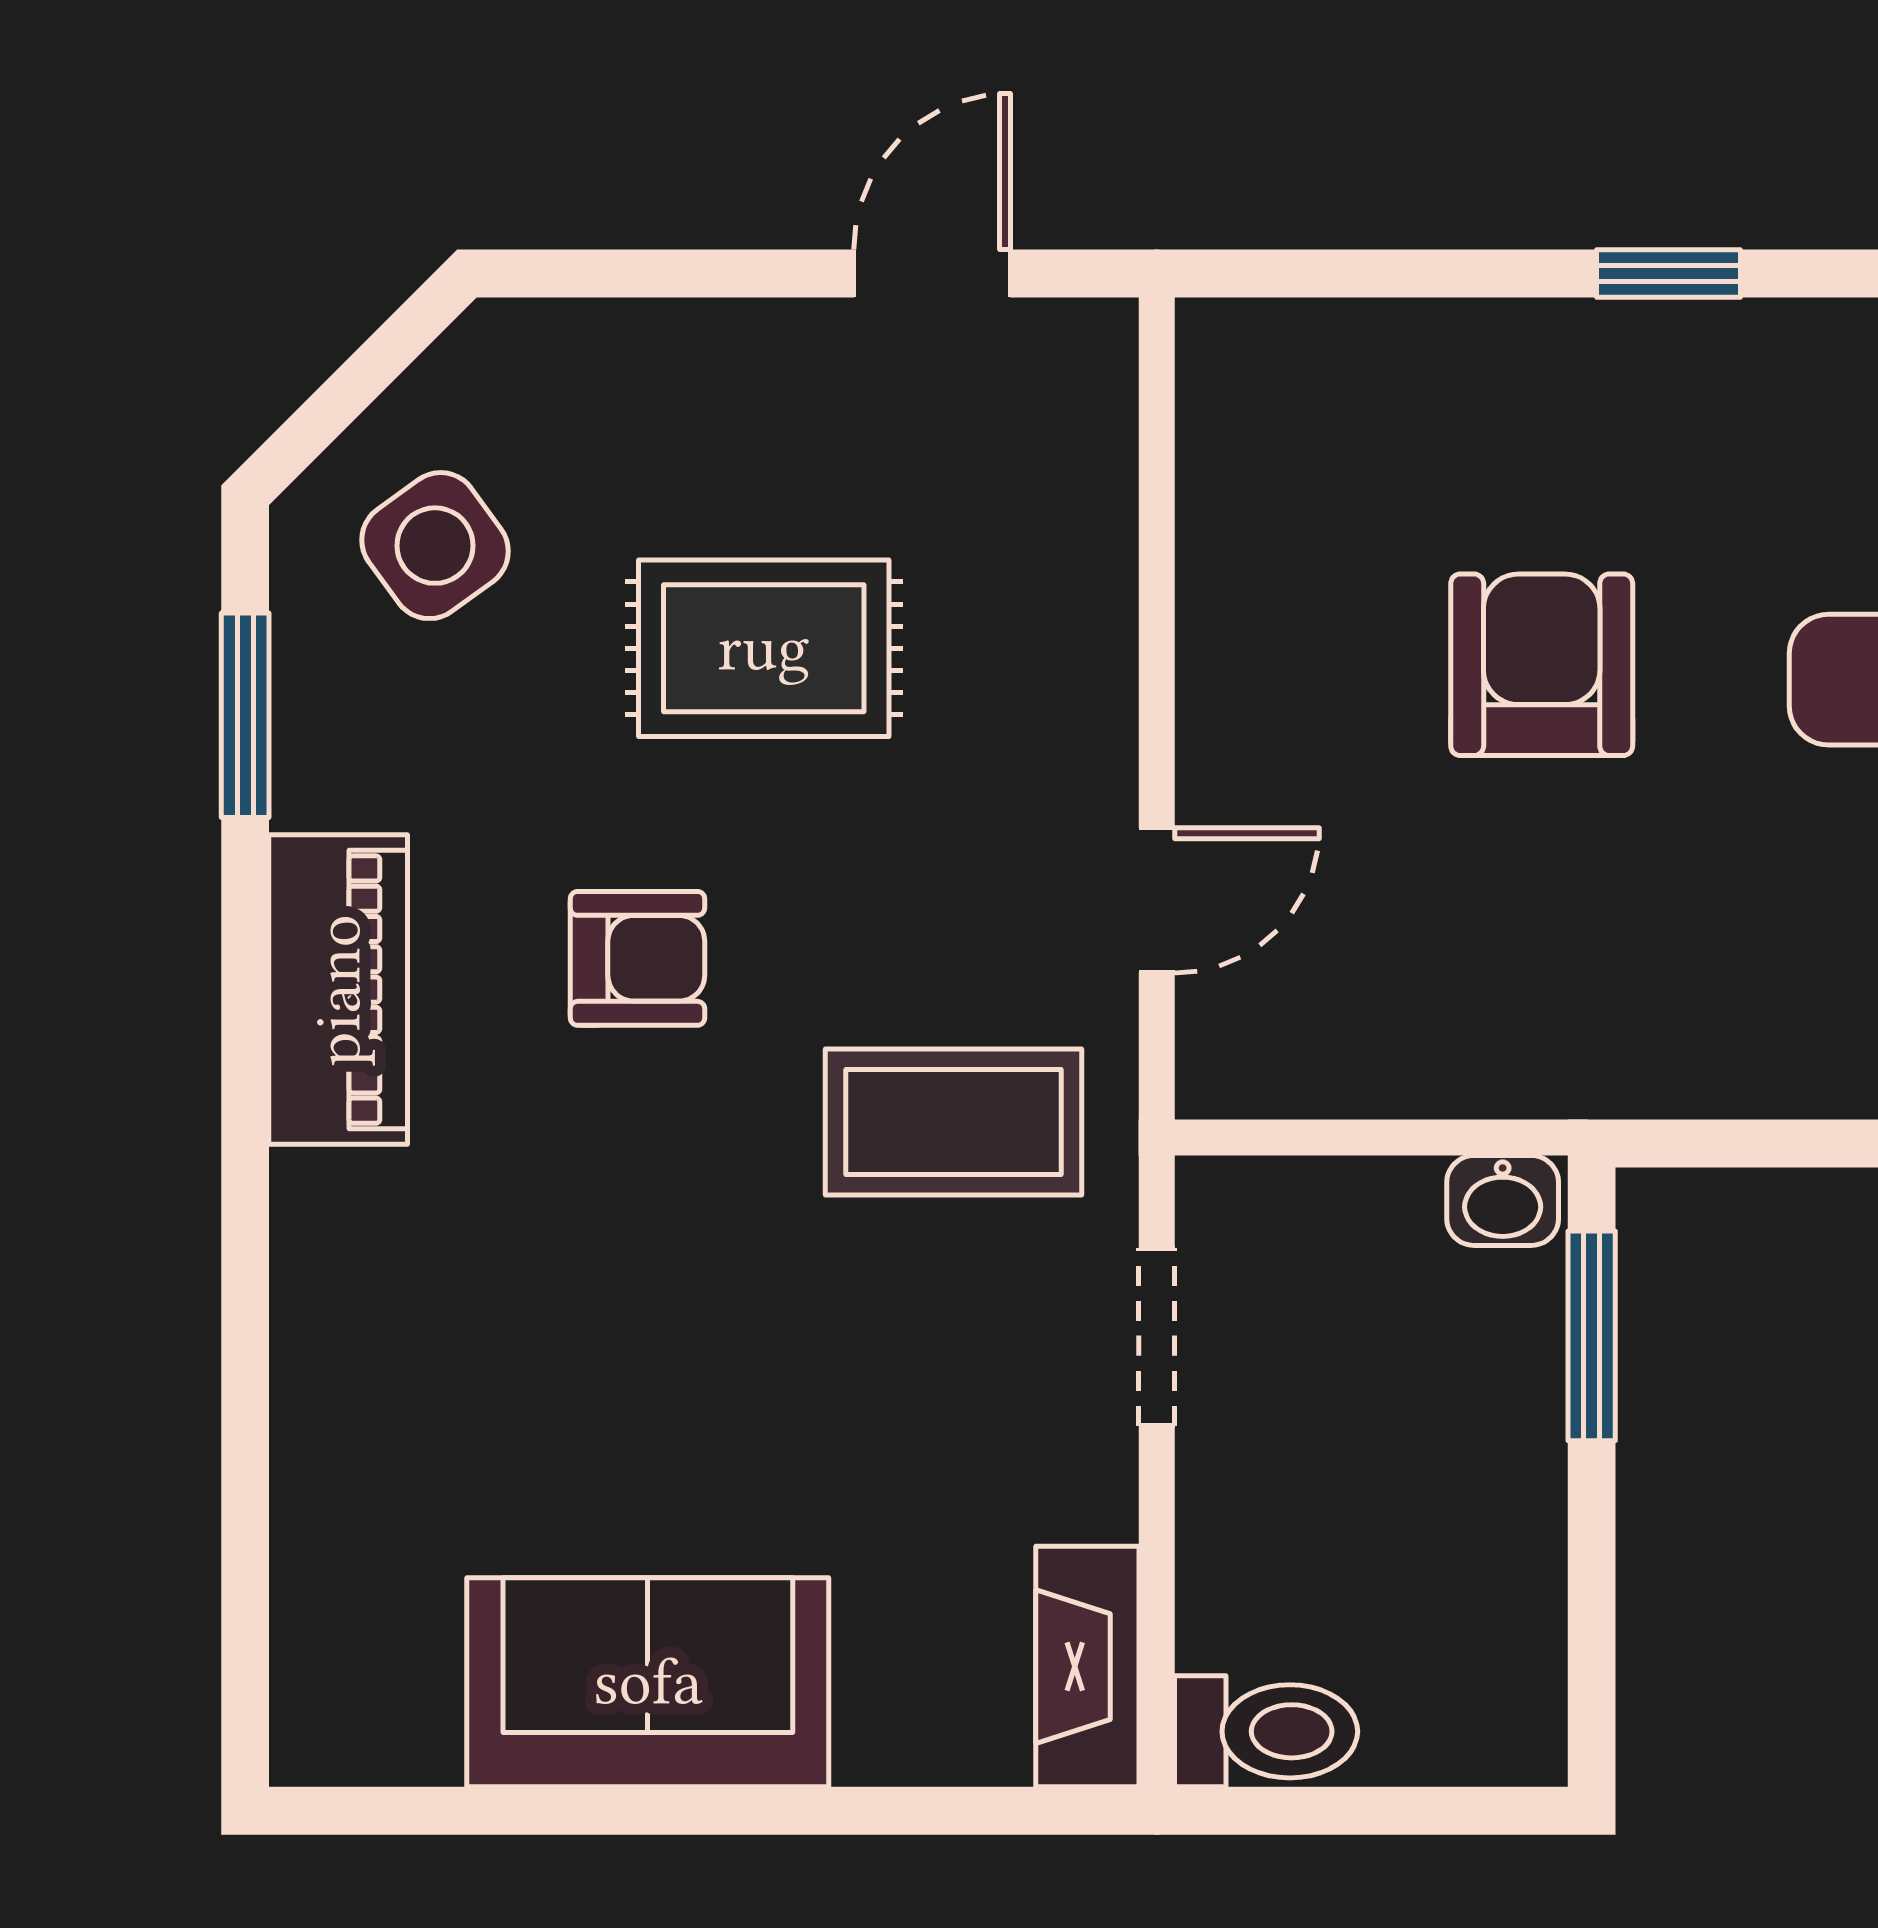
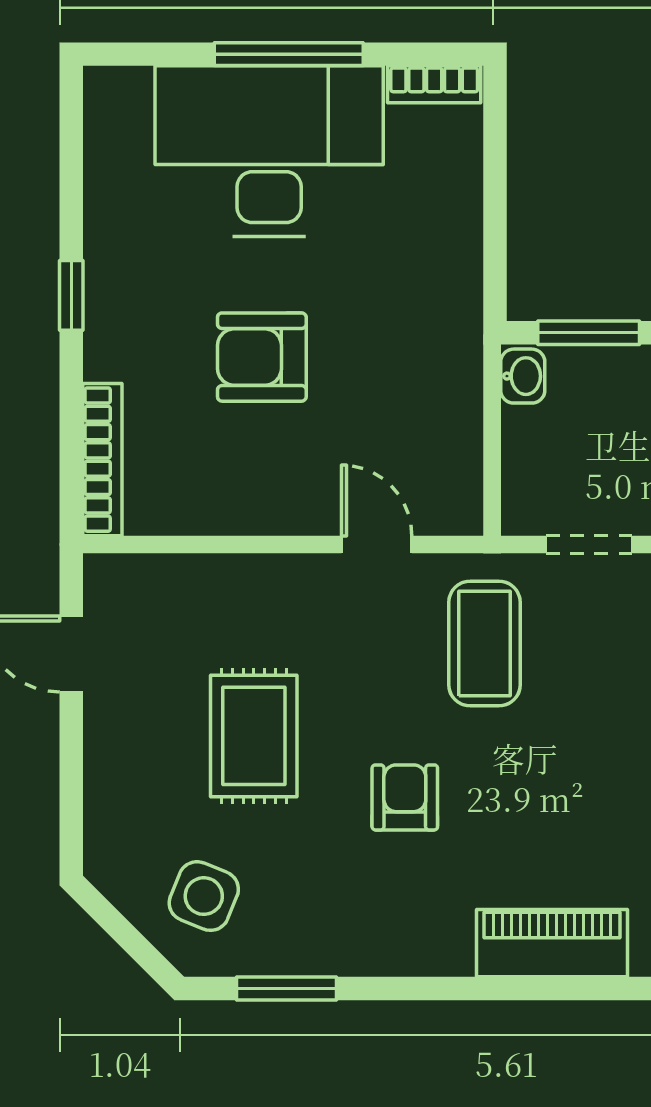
bookcase: (1331, 337) -> (102, 460), added
side table: (435, 546) -> (204, 896), turned -32
piano: (338, 990) -> (552, 943), moved

